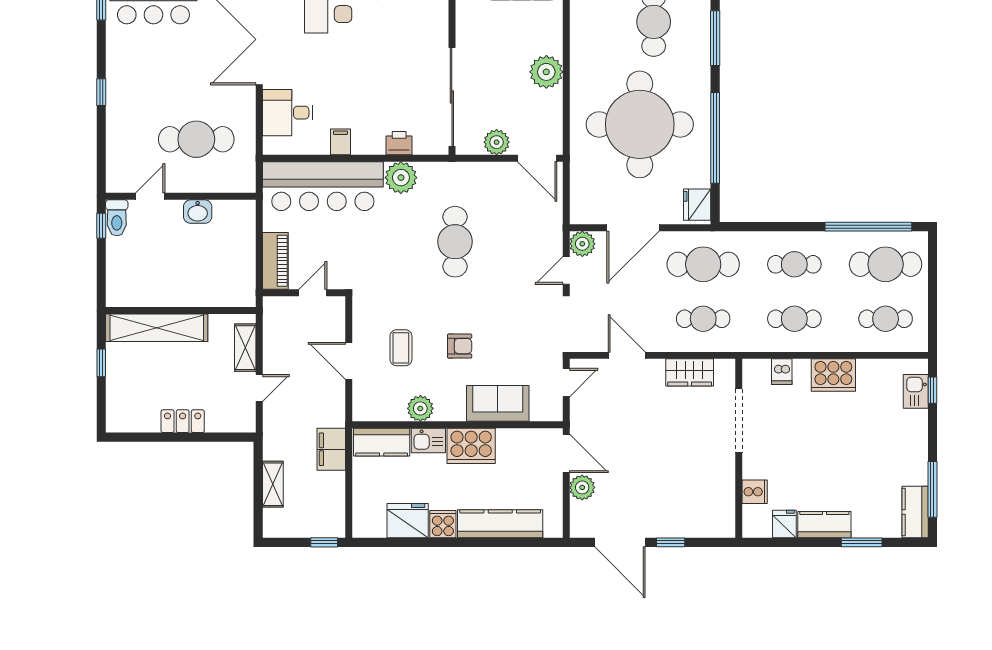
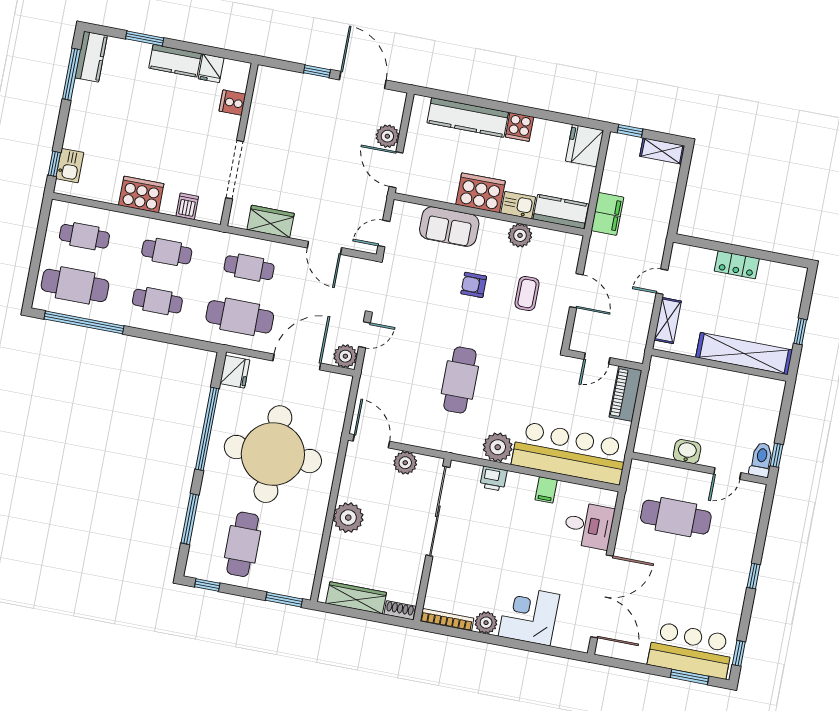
shelving: (273, 484) -> (662, 151), moved, turned 90
fridge: (408, 521) -> (585, 146), moved, turned 90

